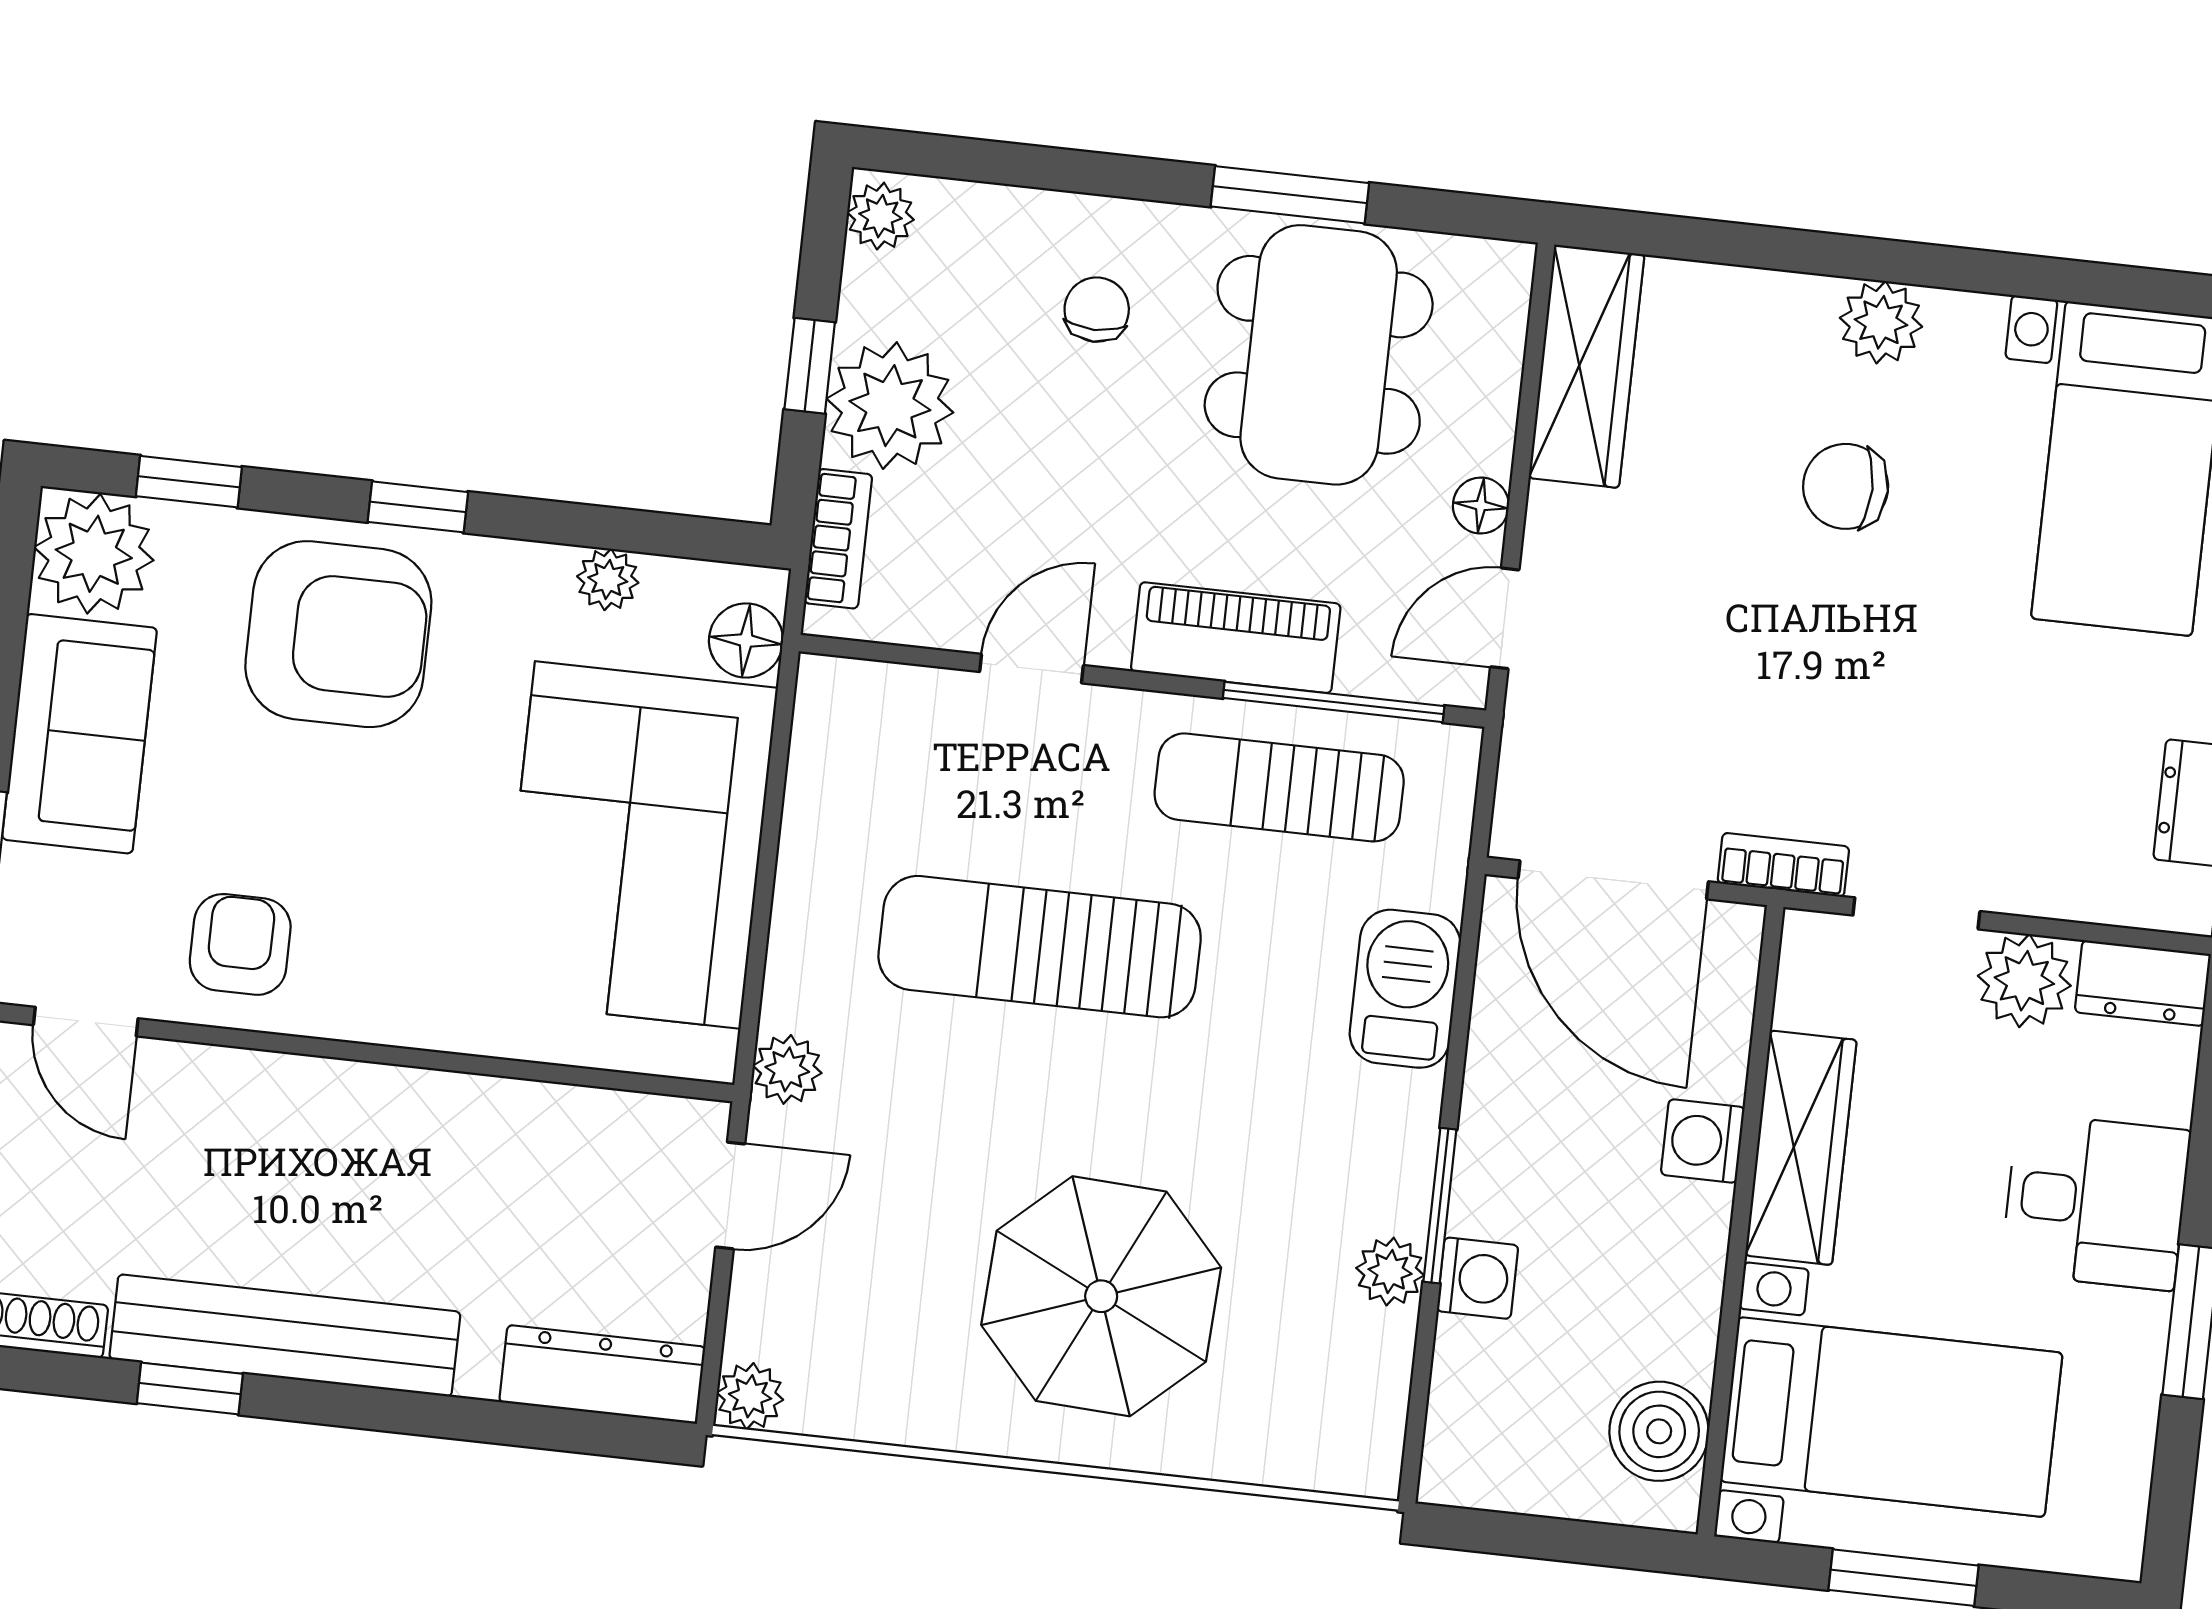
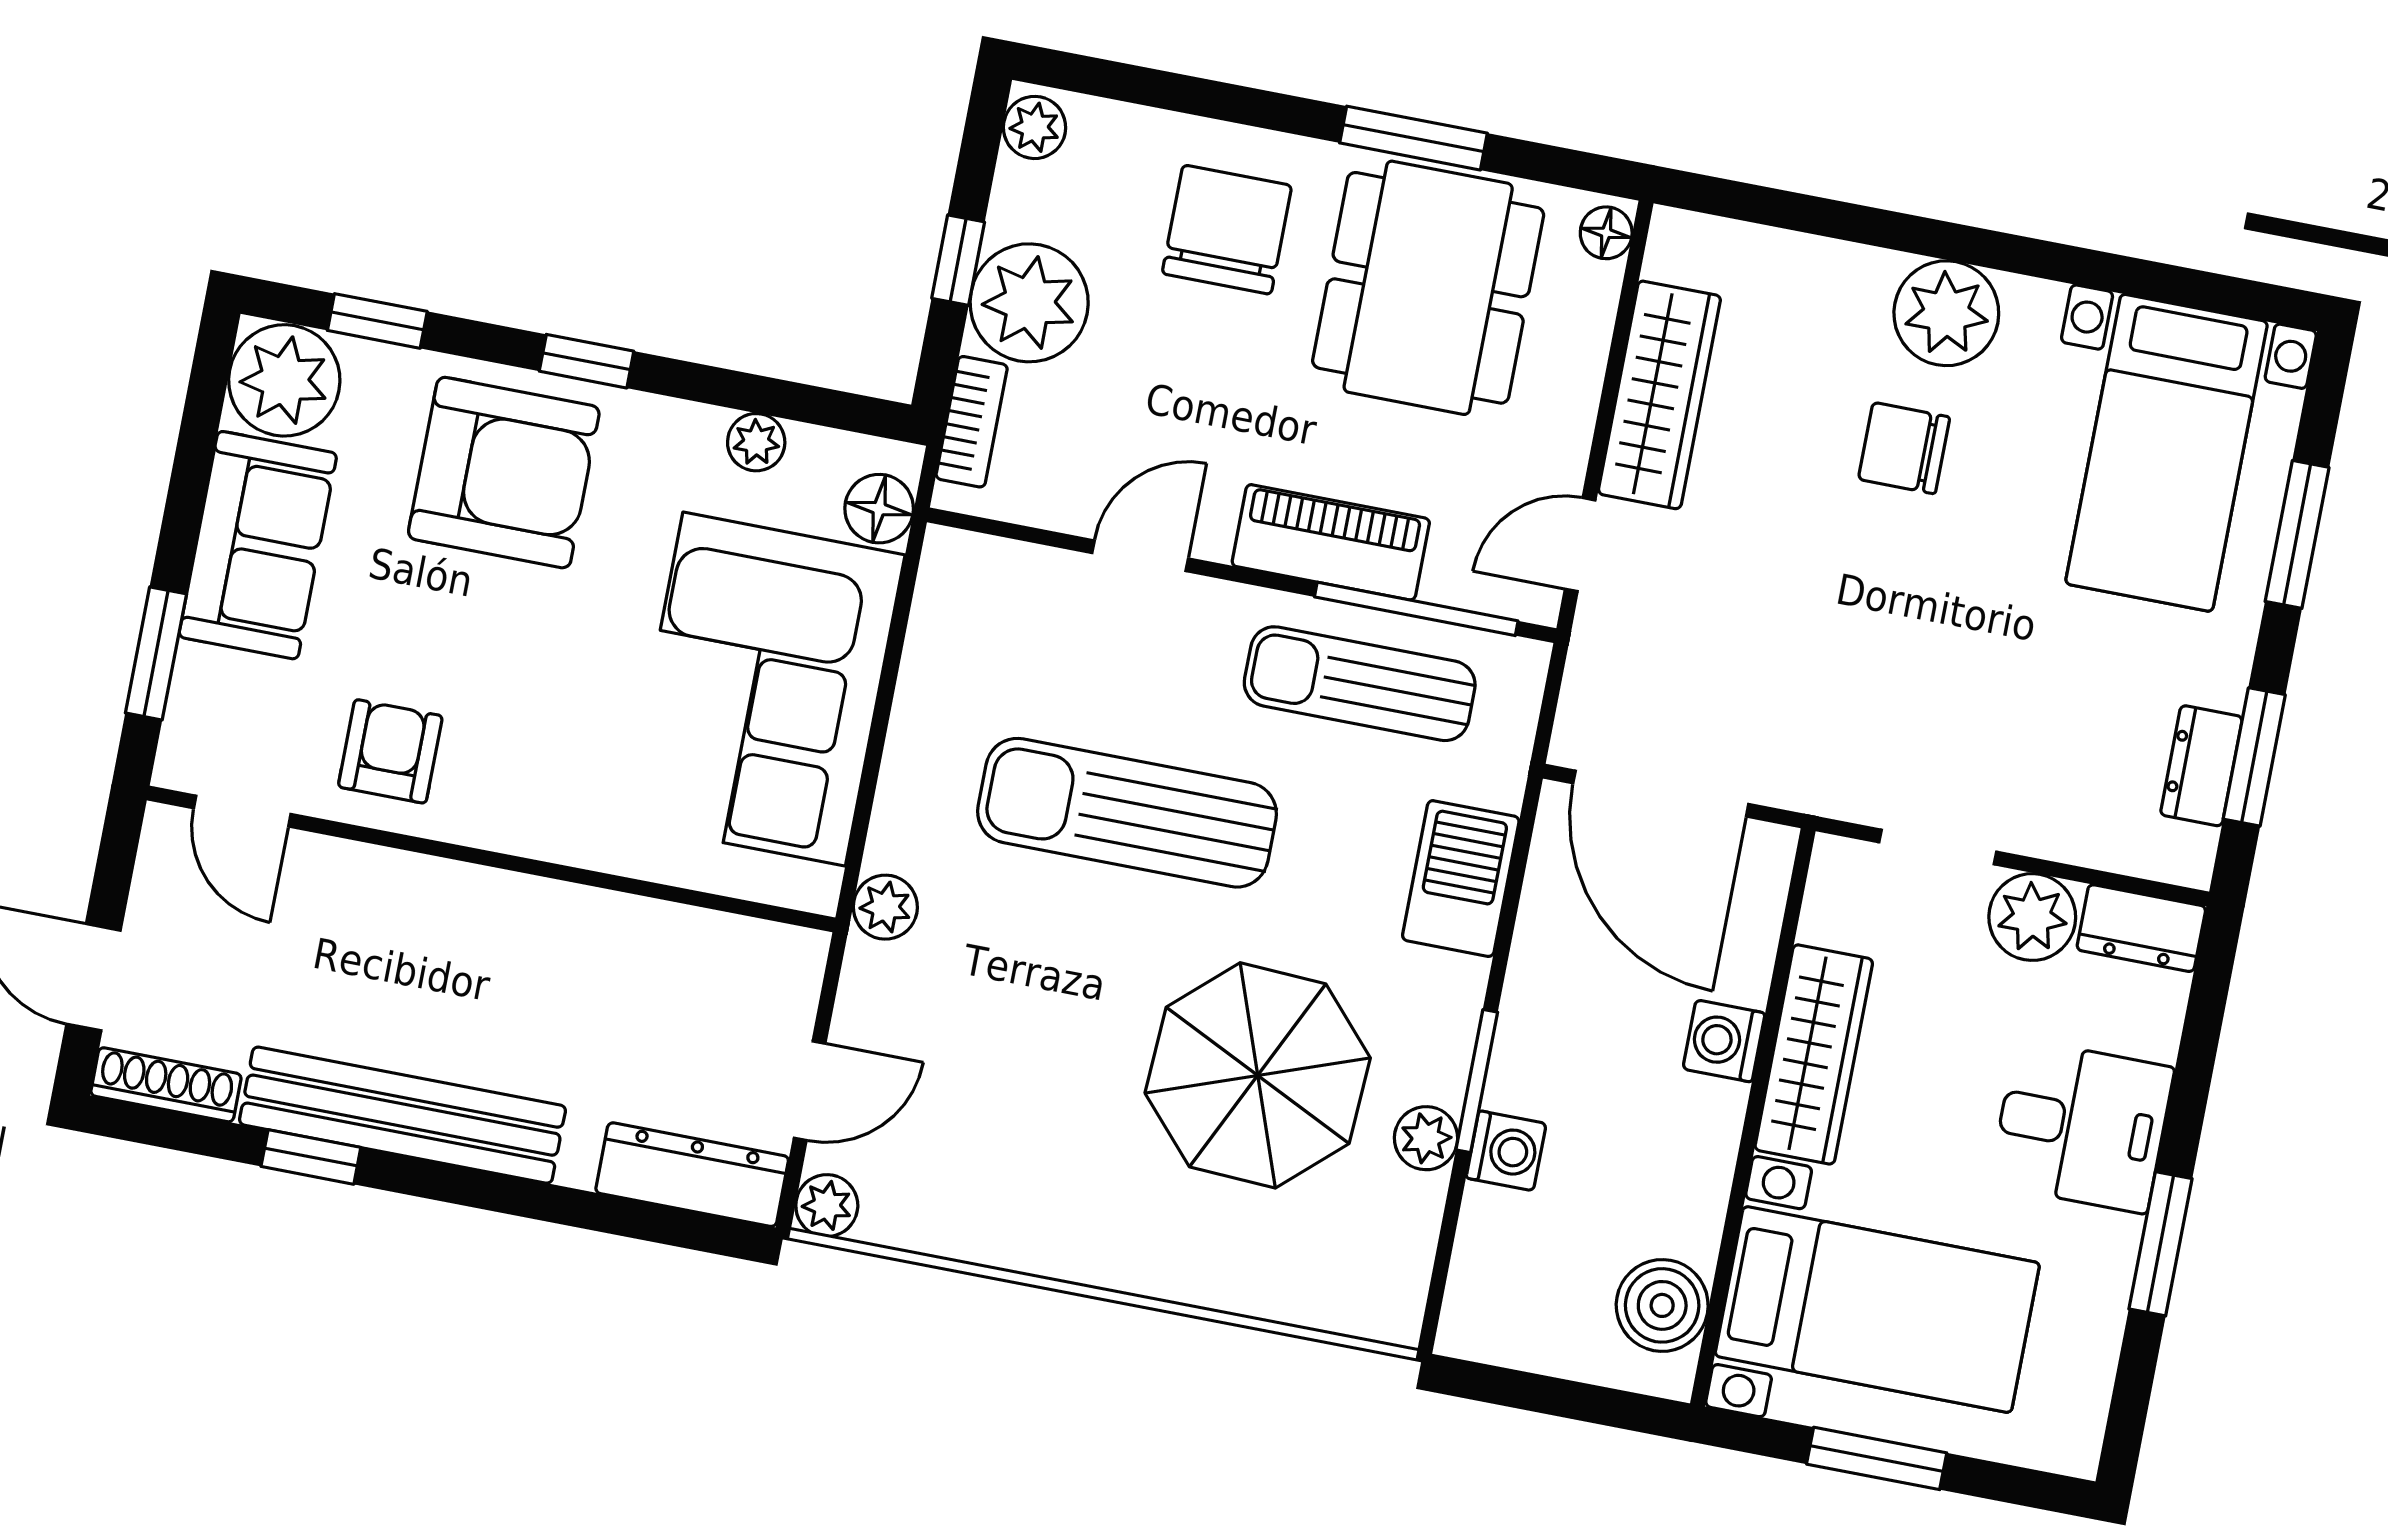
chair: (1097, 310) -> (1227, 230), width x1.87, depth x1.87
plant: (1881, 322) -> (1946, 313), width x1.36, depth x1.36
wardrobe: (1587, 366) -> (1659, 395), moved
floor lamp: (1481, 506) -> (1606, 233), moved
bookcase: (1783, 865) -> (1819, 792), removed
door: (730, 1196) -> (810, 1091), moved
parasol: (1101, 1296) -> (1258, 1075), moved

